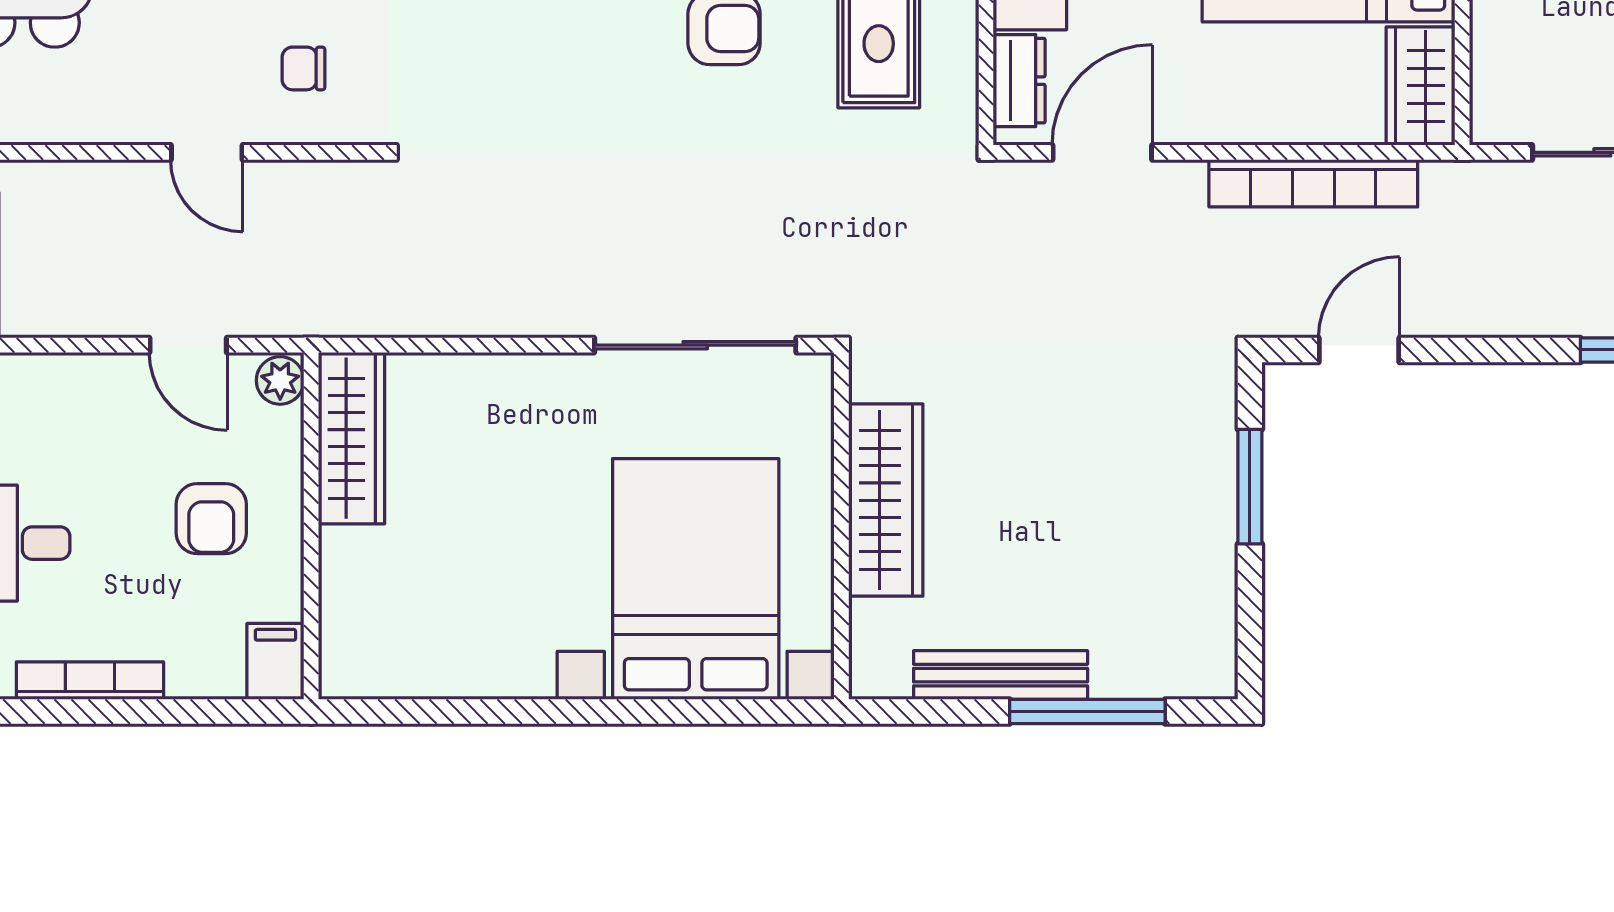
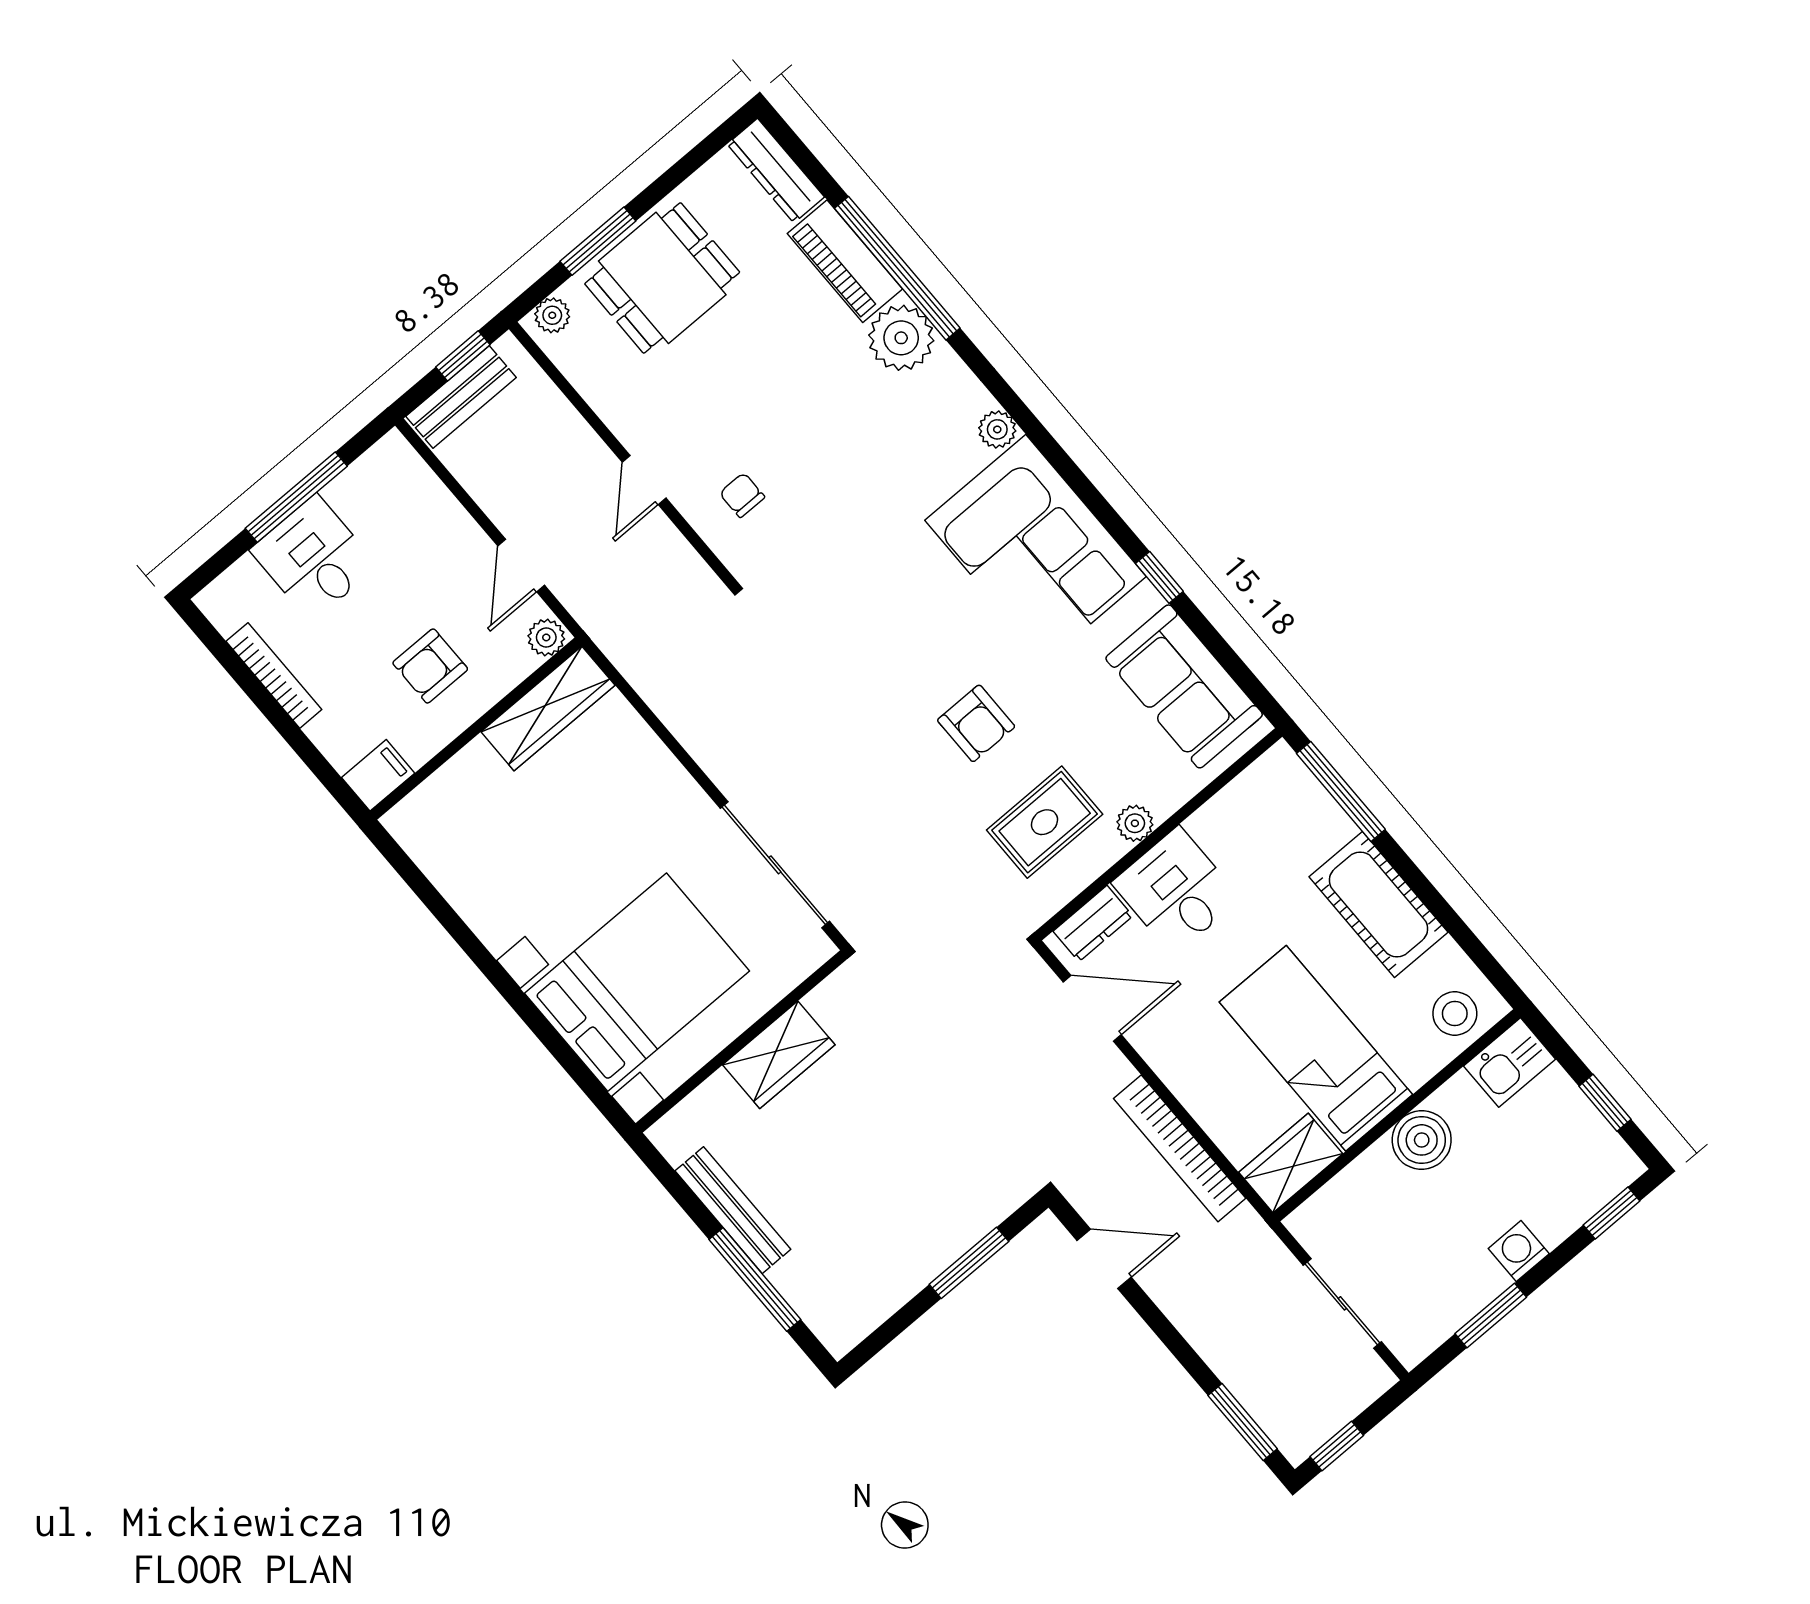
wardrobe: (886, 500) -> (779, 1055), width x0.67

